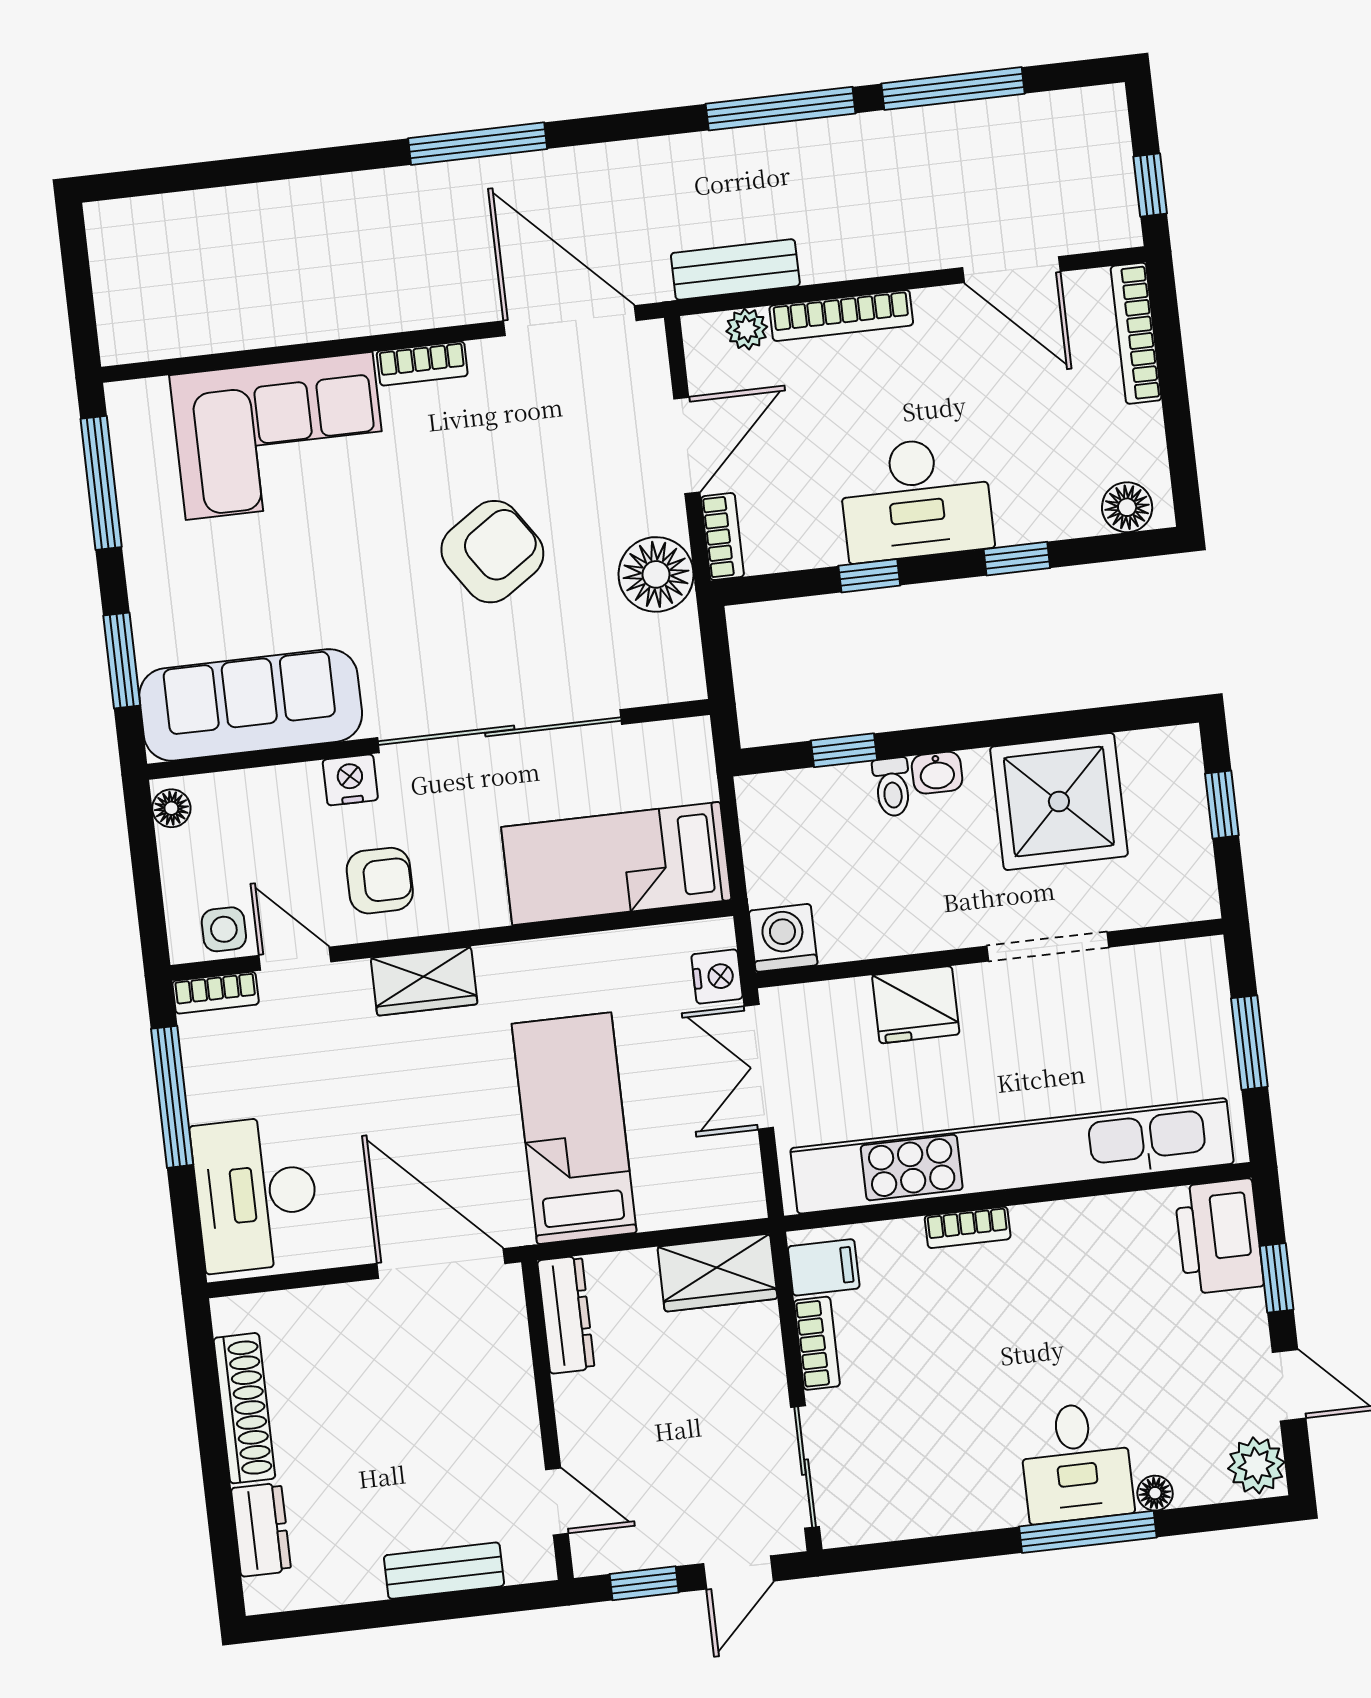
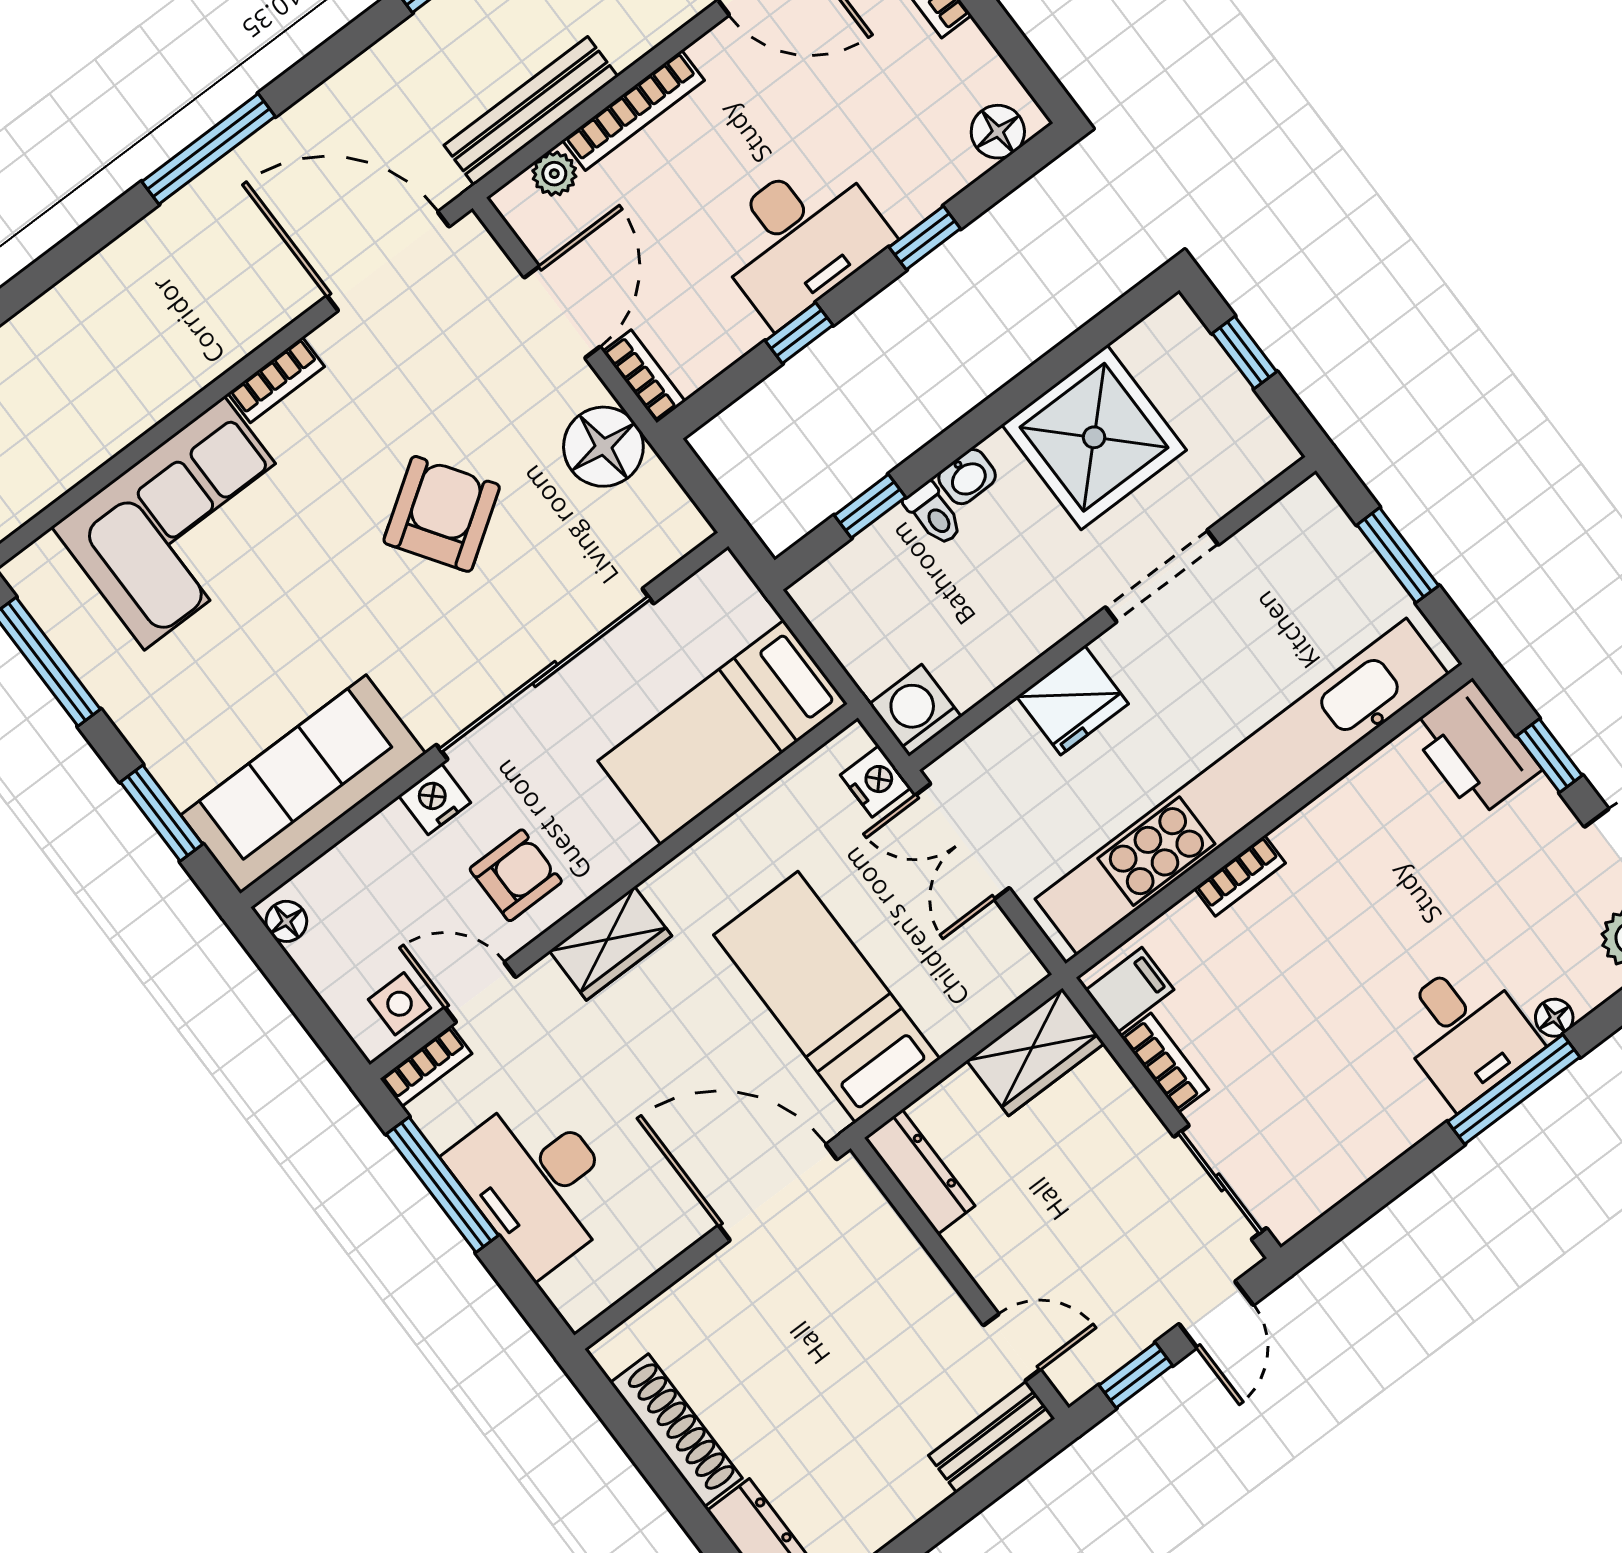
bench: (735, 270) -> (531, 111), width x1.36
desk: (256, 1194) -> (537, 1182), moved
bench: (444, 1571) -> (992, 1437), moved

